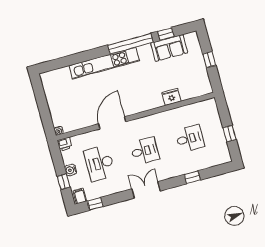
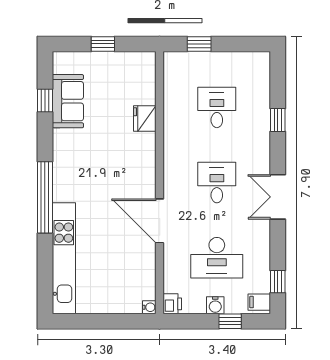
window: (130, 44) -> (45, 197), moved
kitchen unit: (104, 63) -> (64, 258), moved
window: (230, 134) -> (199, 44), moved

